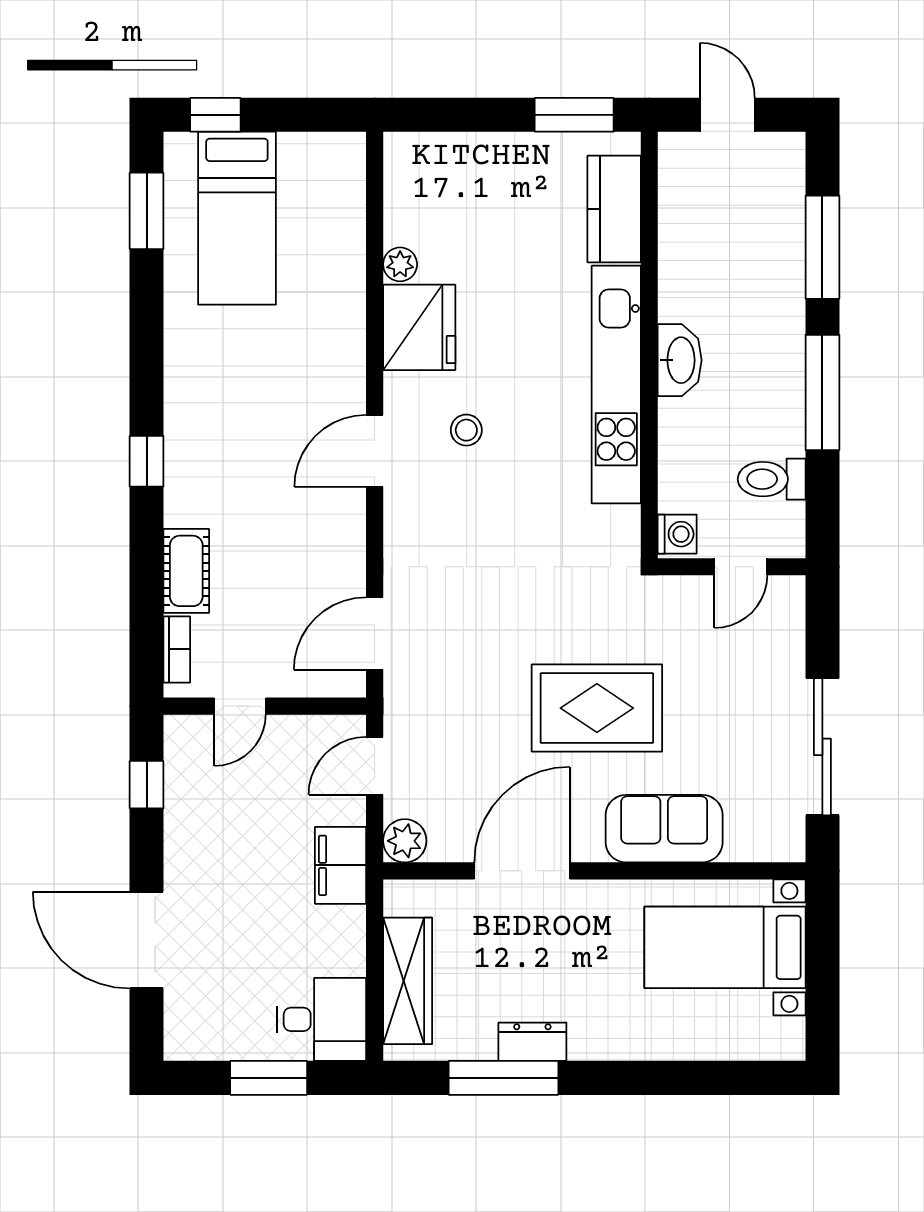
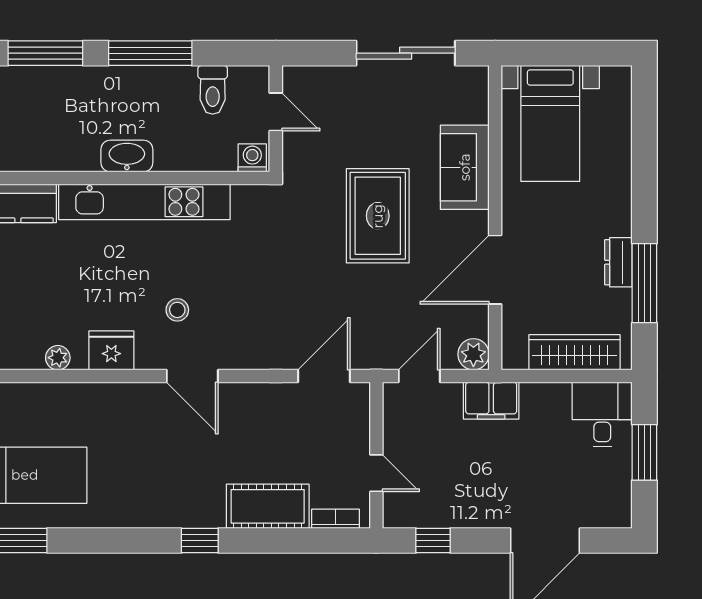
fridge: (419, 327) -> (111, 350), width x0.73, depth x0.75
cot: (186, 571) -> (268, 506), width x1.37, depth x1.34
door: (375, 633) -> (324, 376), swing flipped
door: (375, 766) -> (419, 376), swing flipped
door: (522, 871) -> (495, 270), hinge flipped

